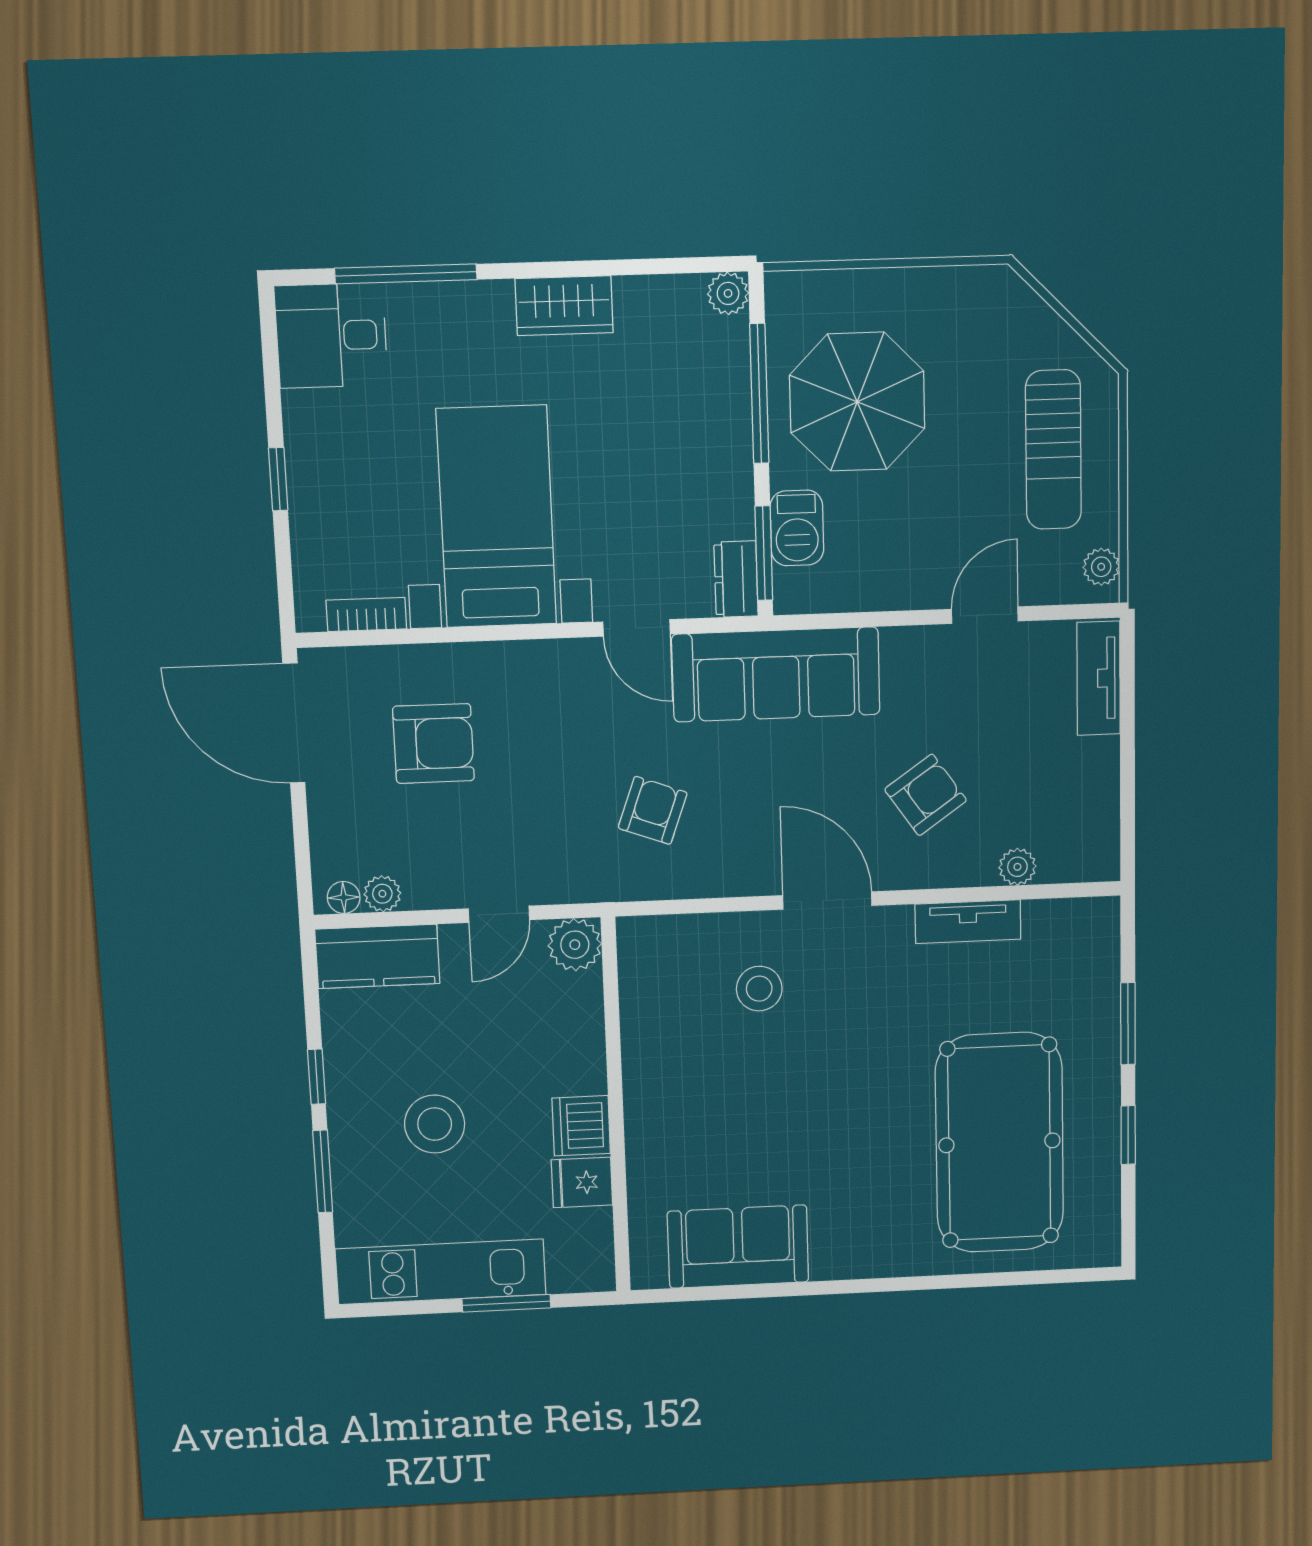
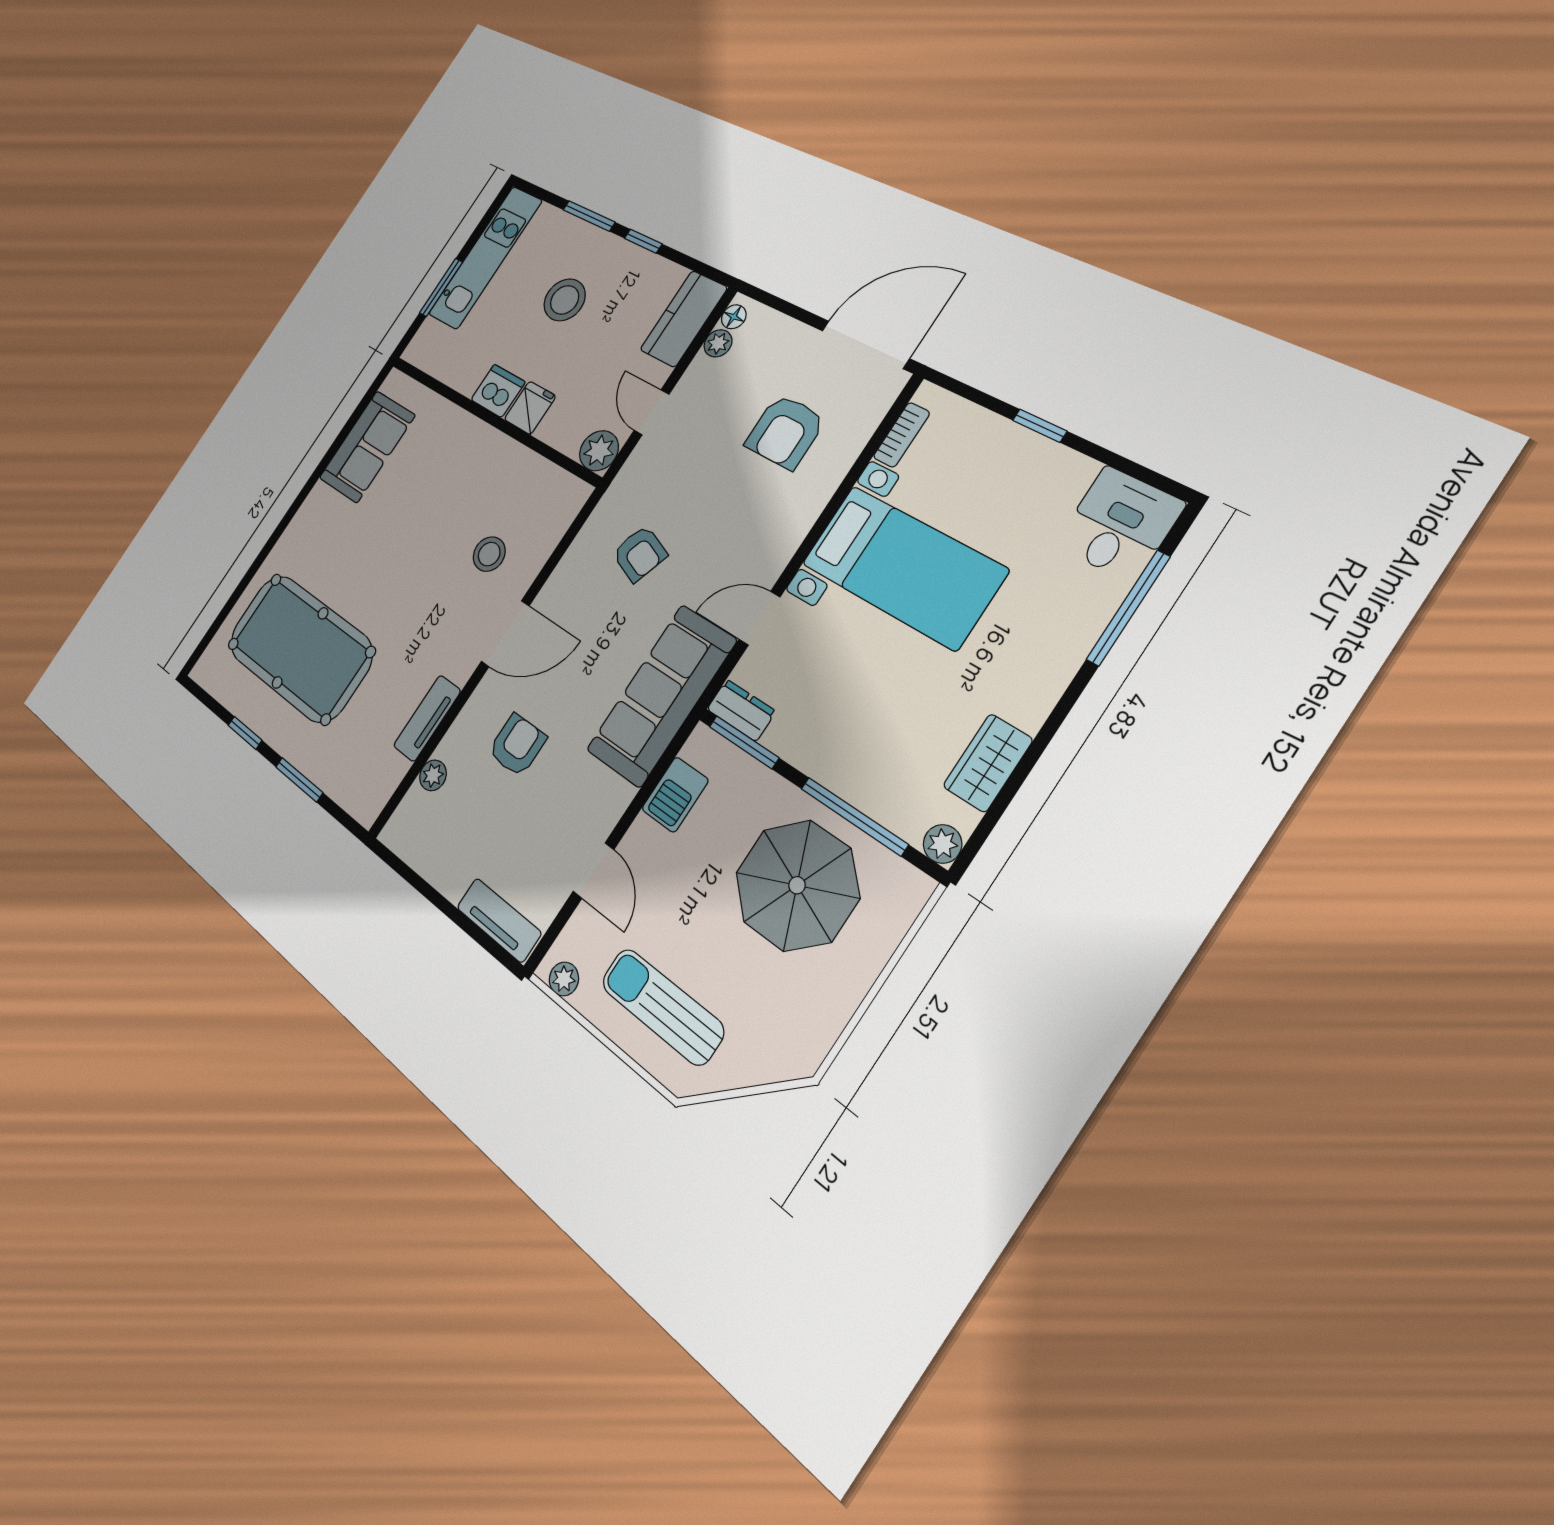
wardrobe: (564, 306) -> (988, 763), moved
barbecue: (797, 528) -> (675, 795), moved, turned -90
armchair: (926, 795) -> (517, 745), turned -145
fridge: (582, 1182) -> (530, 408), moved

